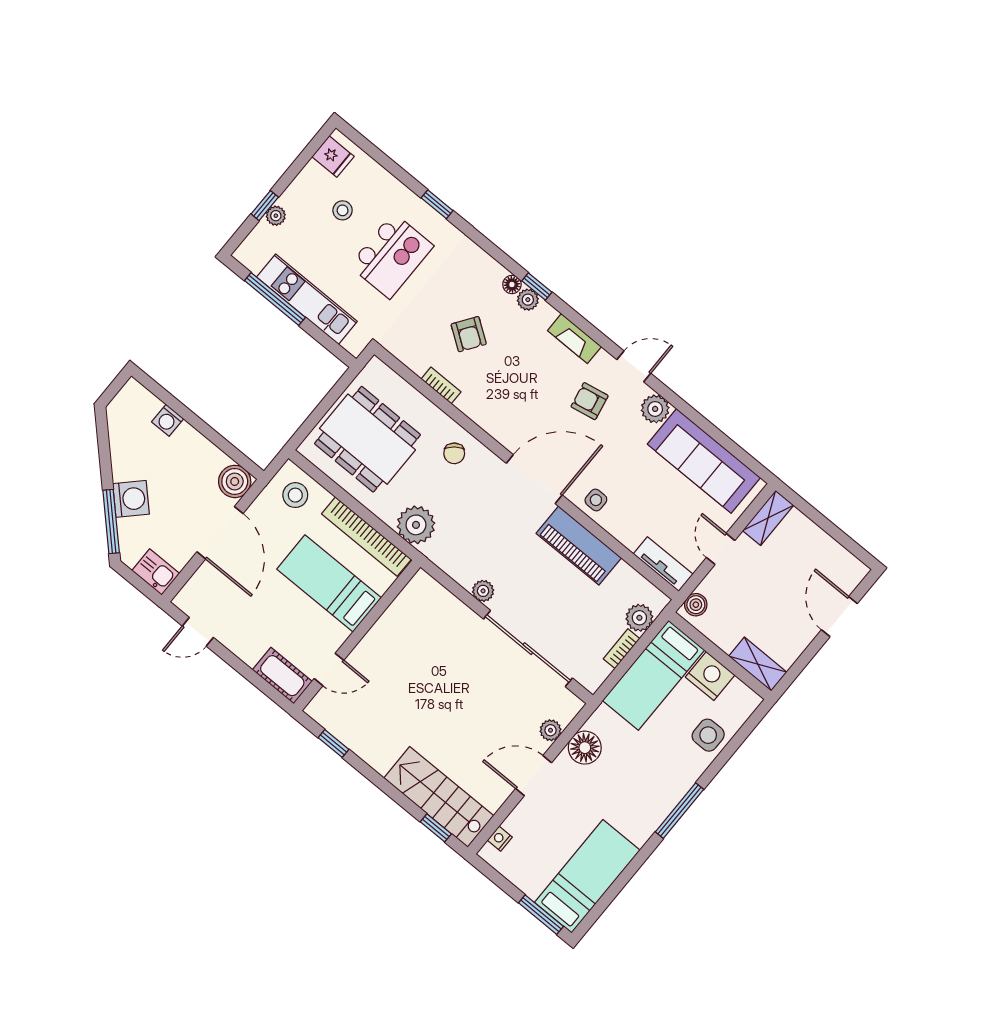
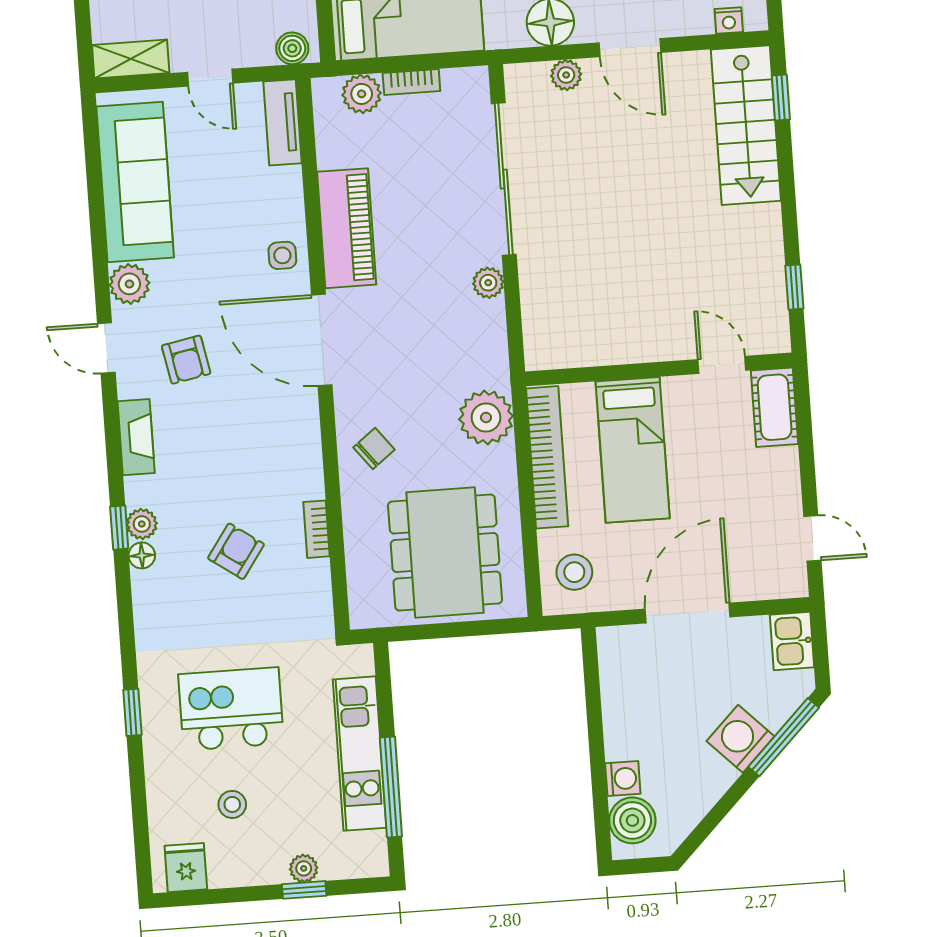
boiler: (235, 481) -> (632, 820), moved
door: (721, 549) -> (210, 78), hinge flipped

